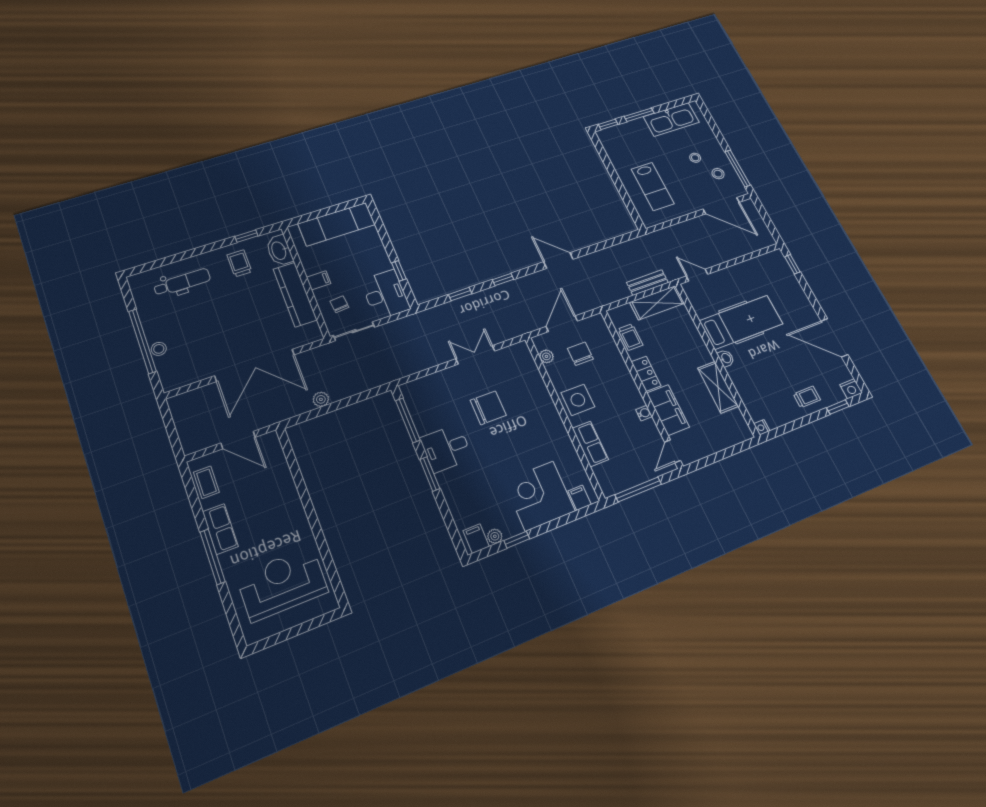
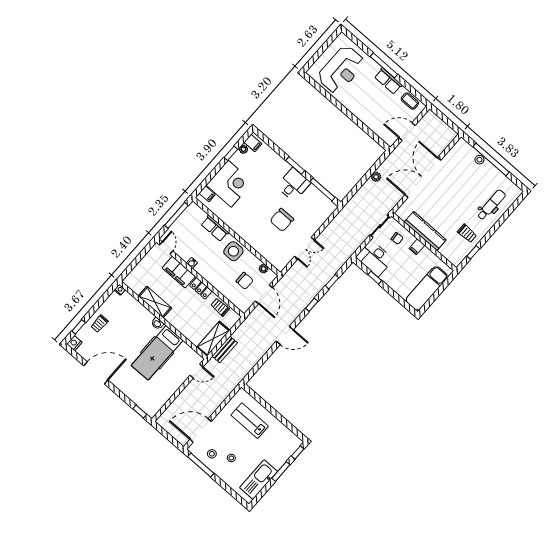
washbasin: (279, 250) -> (450, 254), removed
dental chair: (182, 282) -> (491, 205), turned 180

